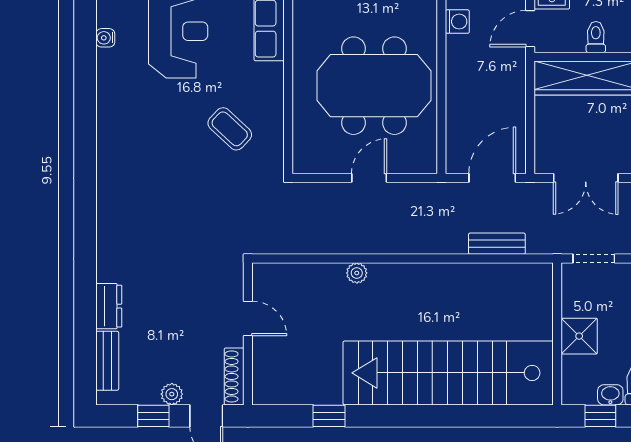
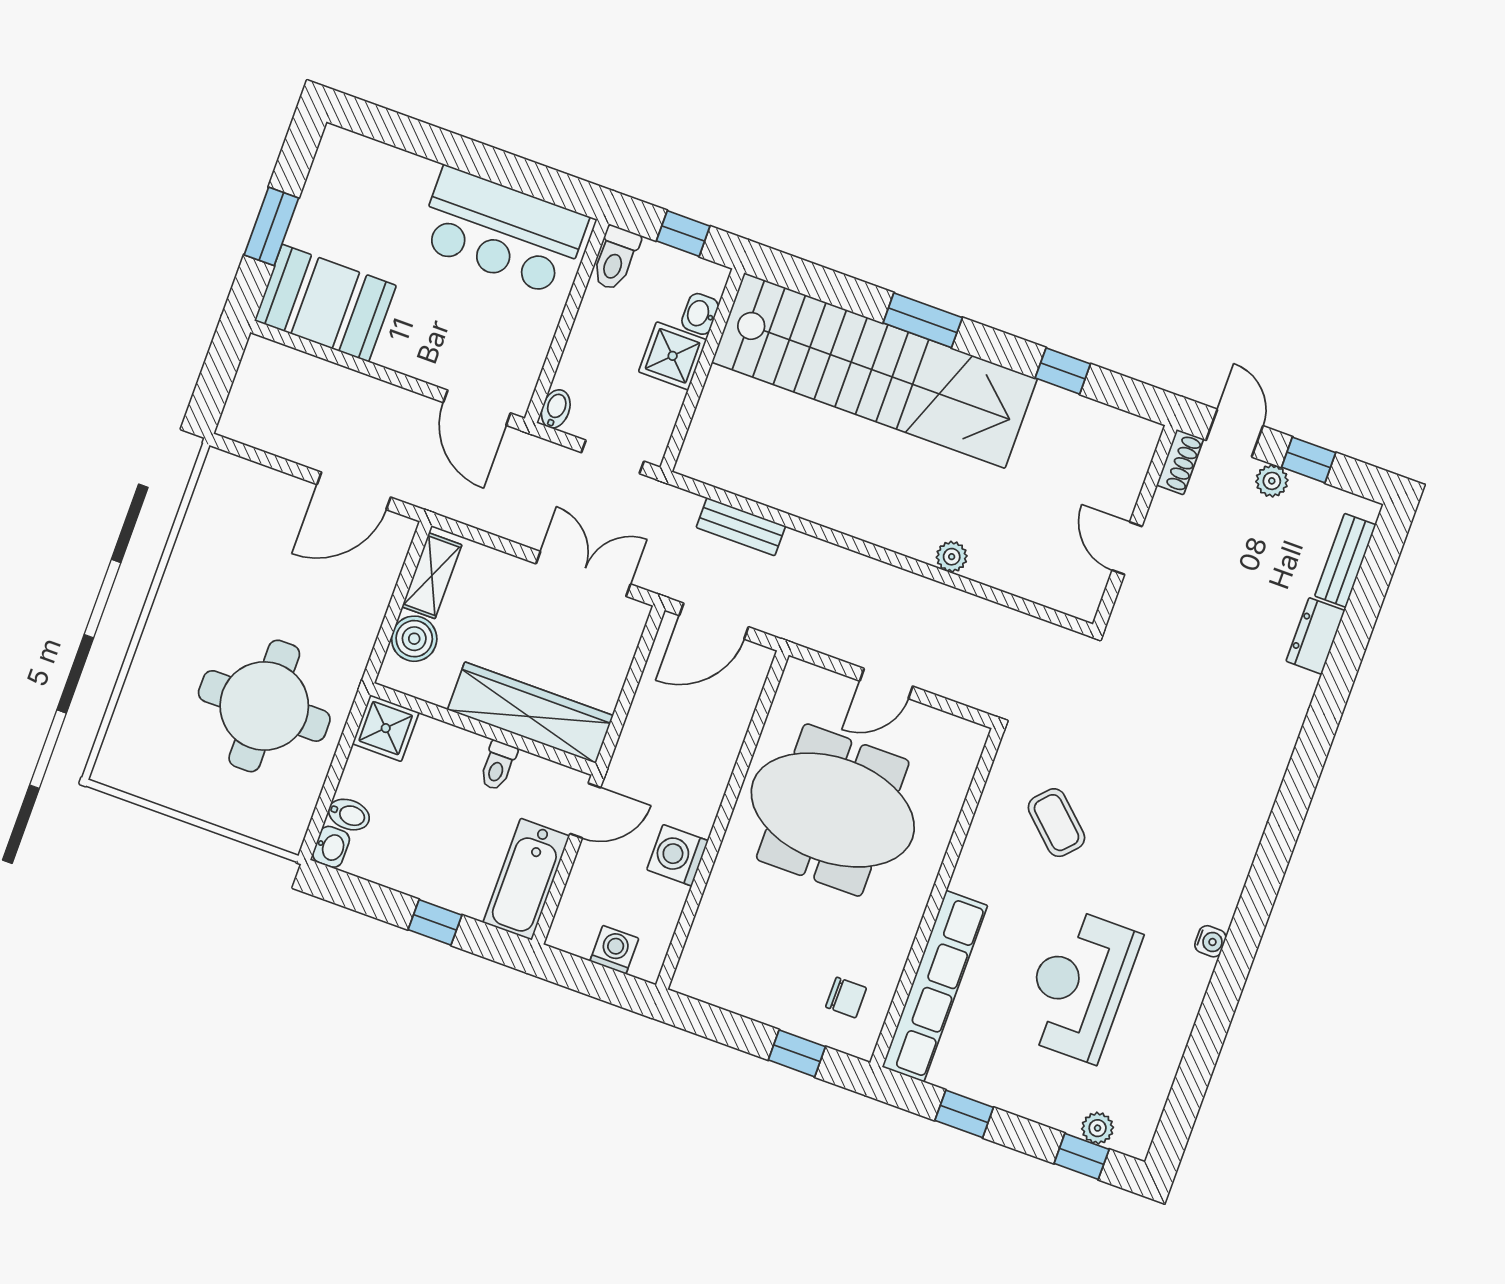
washing machine: (457, 22) -> (677, 855), width x1.38, depth x1.38
water cooler: (105, 38) -> (1210, 941), moved
shoe rack: (234, 376) -> (1180, 462), width x0.70
washbasin: (610, 395) -> (700, 314), moved, turned 90
window: (429, 416) -> (923, 320), added

